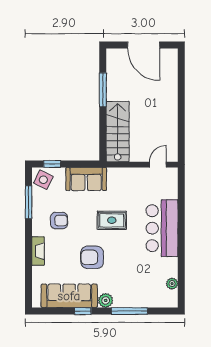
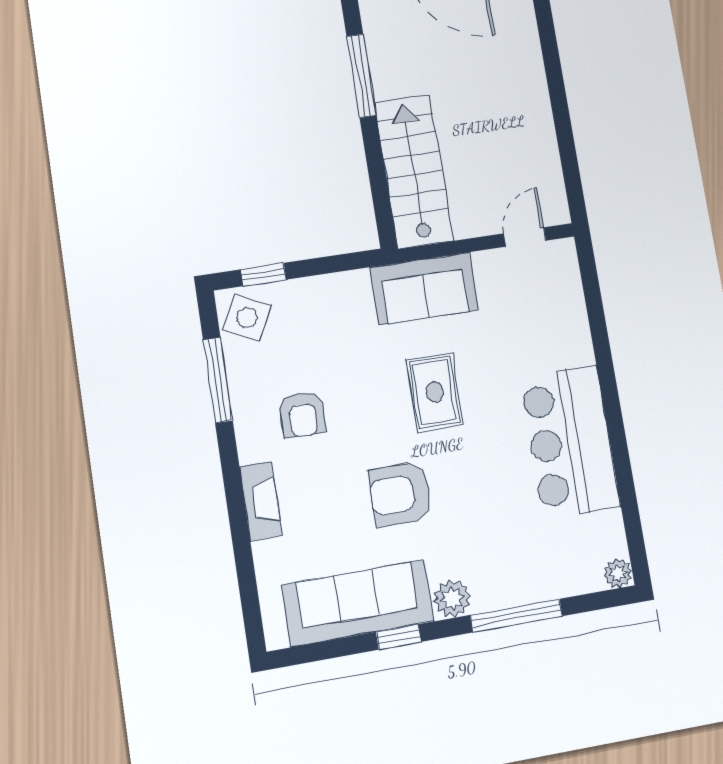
sofa: (86, 179) -> (424, 289), moved
rug: (112, 220) -> (435, 392), turned 90
armchair: (59, 221) -> (302, 414), turned 90
bar counter: (162, 228) -> (570, 442), moved
plant: (172, 284) -> (618, 573), moved

